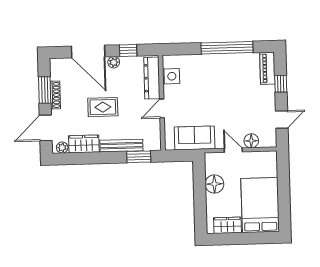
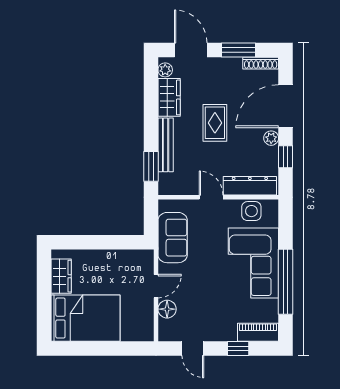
corner sofa: (213, 74) -> (253, 263), added
shoe rack: (55, 95) -> (261, 63), moved
floor lamp: (214, 184) -> (114, 261), removed

